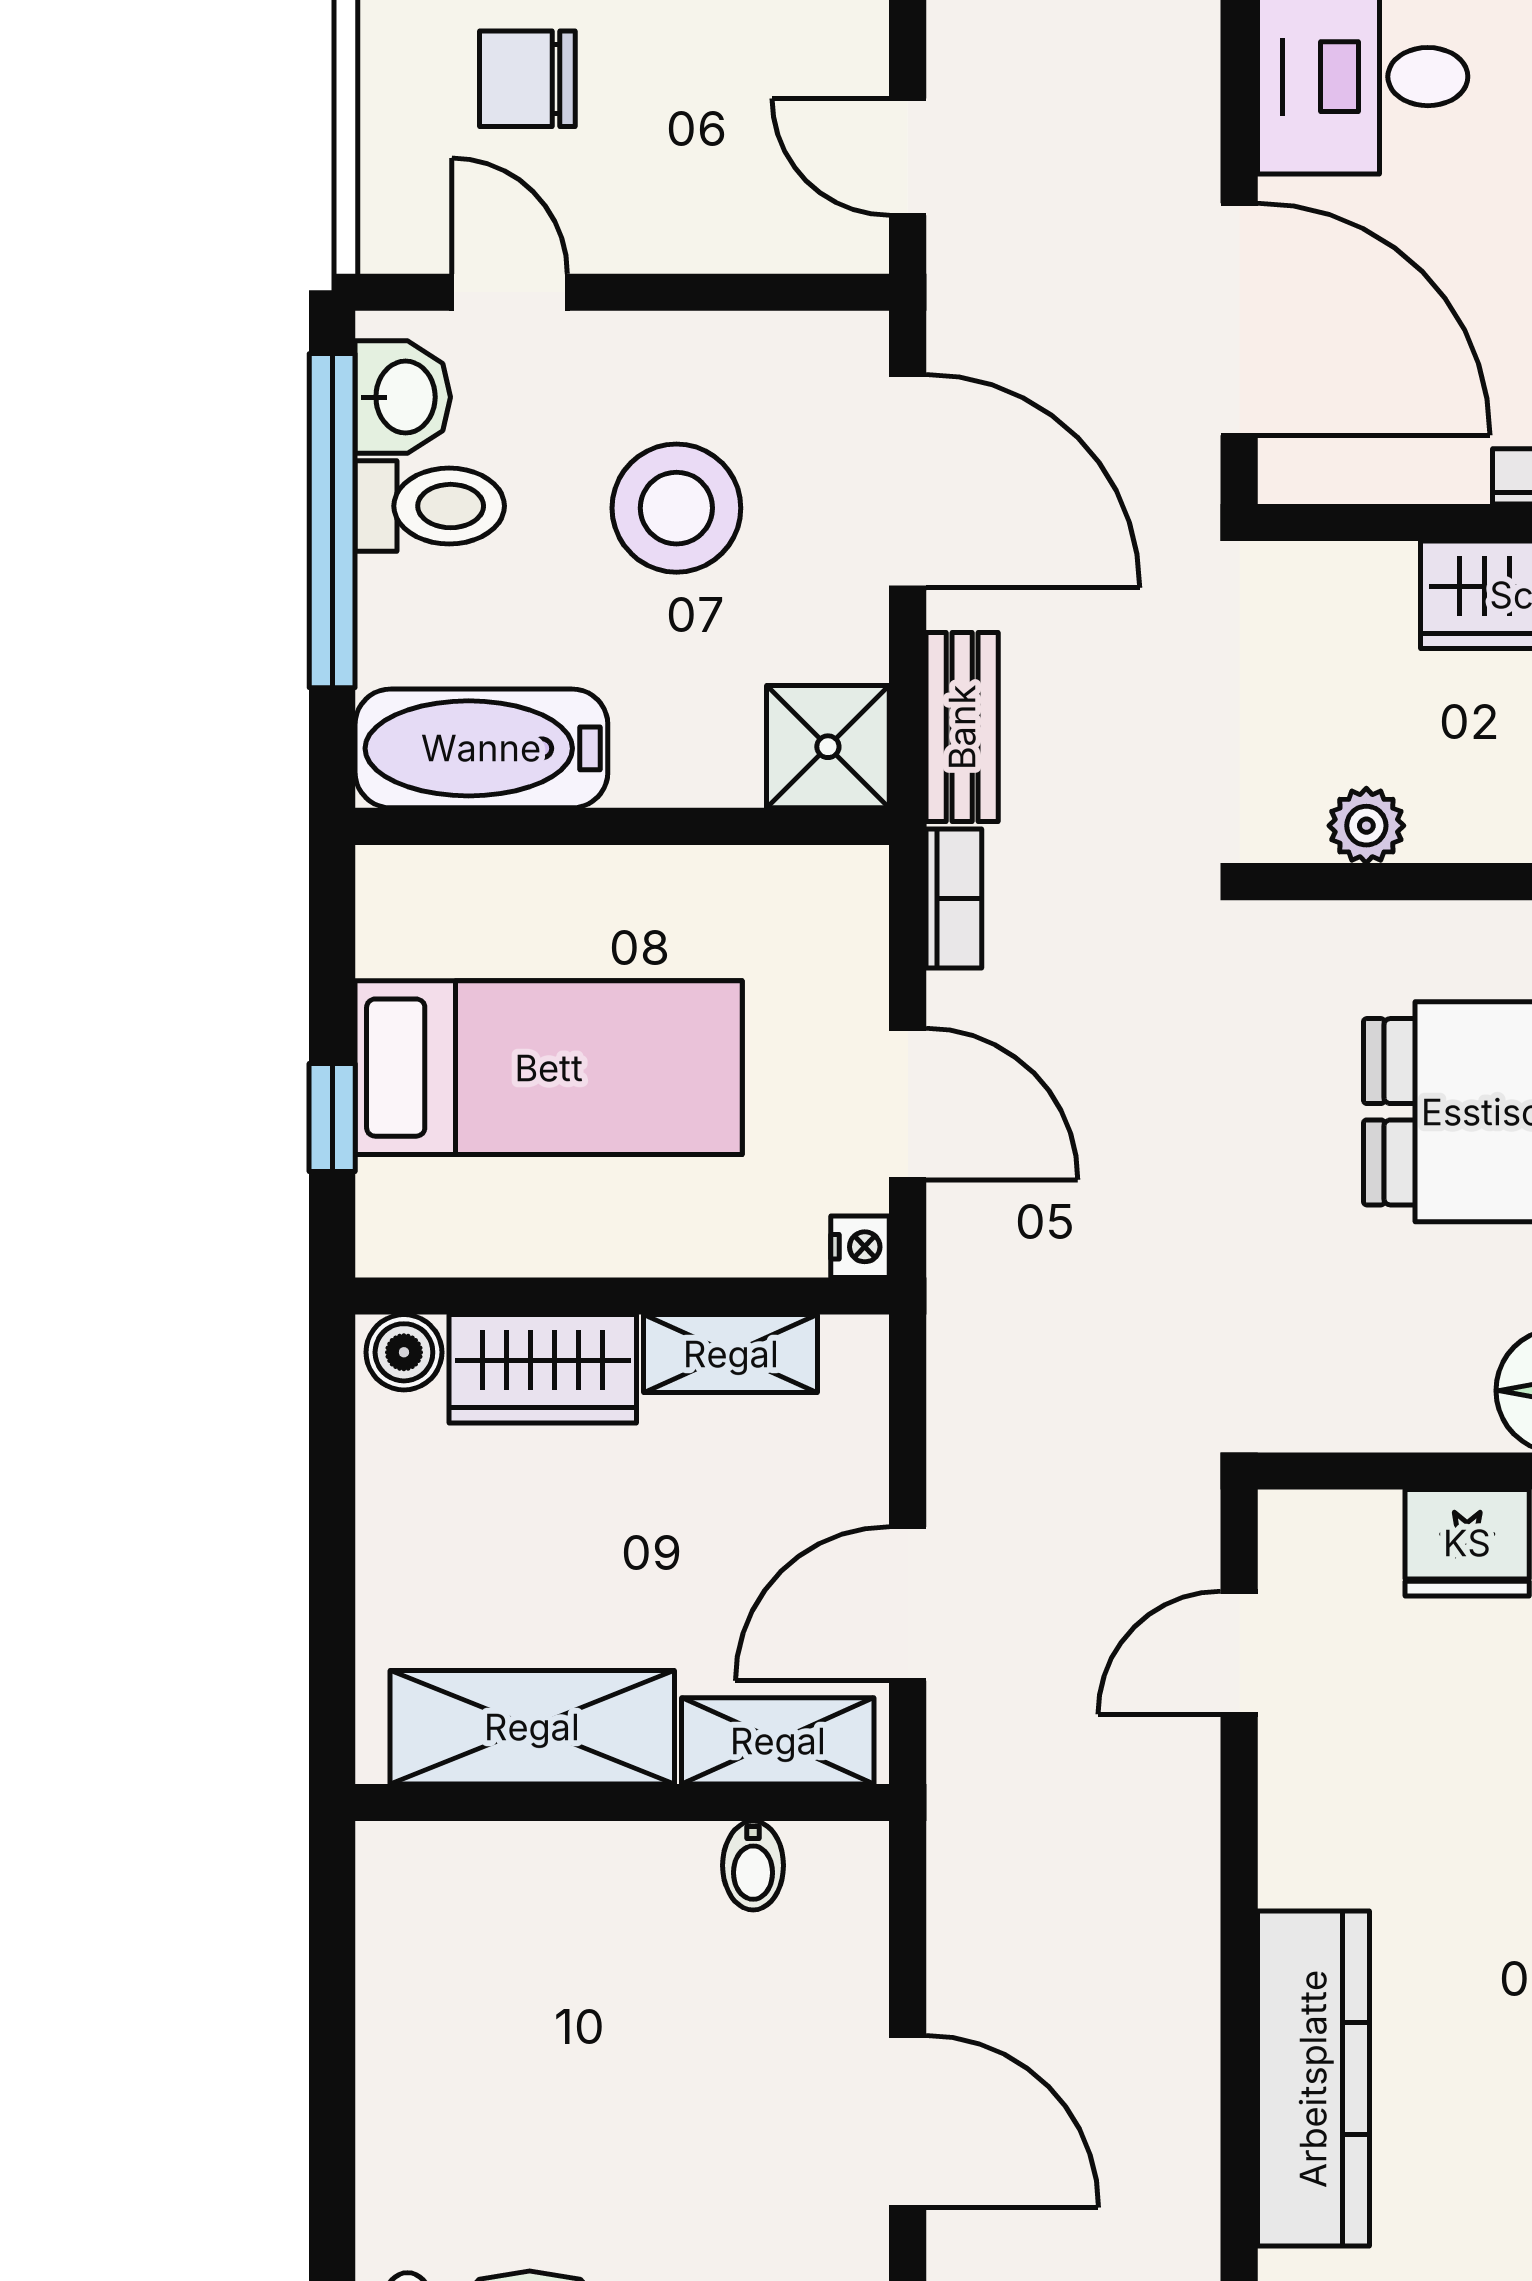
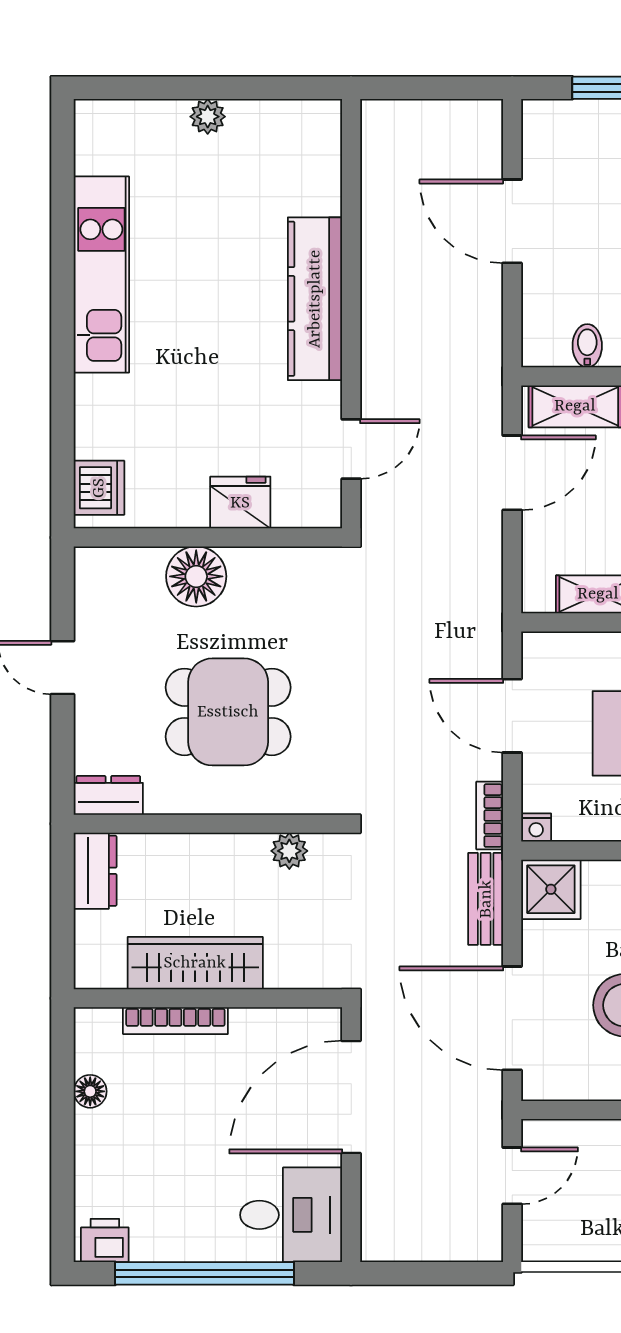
door: (908, 157) -> (512, 1176), hinge flipped
door: (1239, 319) -> (351, 1097), hinge flipped
nightstand: (860, 1247) -> (536, 827), moved, turned -90
kitchen counter: (1313, 2079) -> (315, 299), moved

